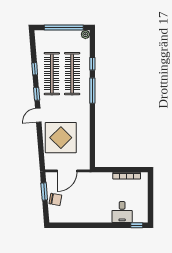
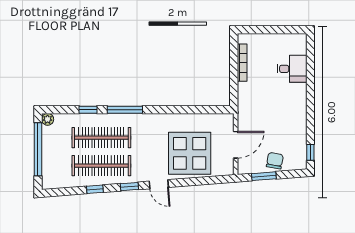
door: (67, 171) -> (236, 145), hinge flipped
window: (137, 225) -> (310, 152), moved

